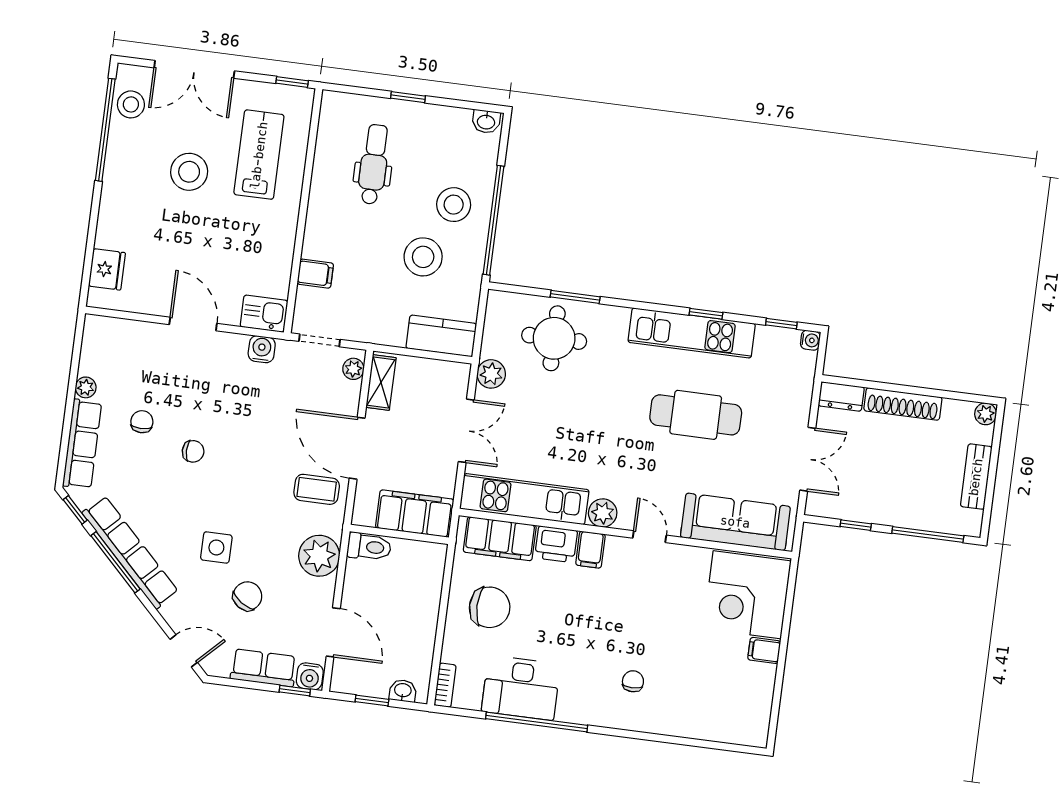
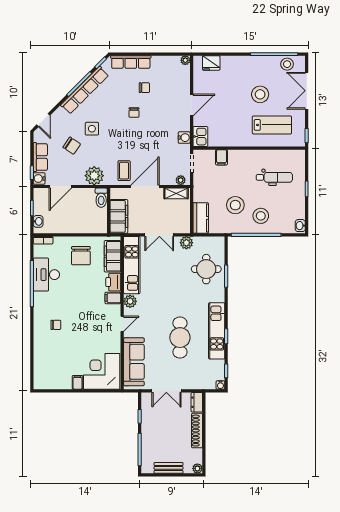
plant: (86, 387) -> (185, 60), moved

